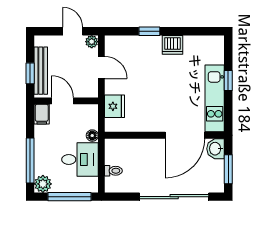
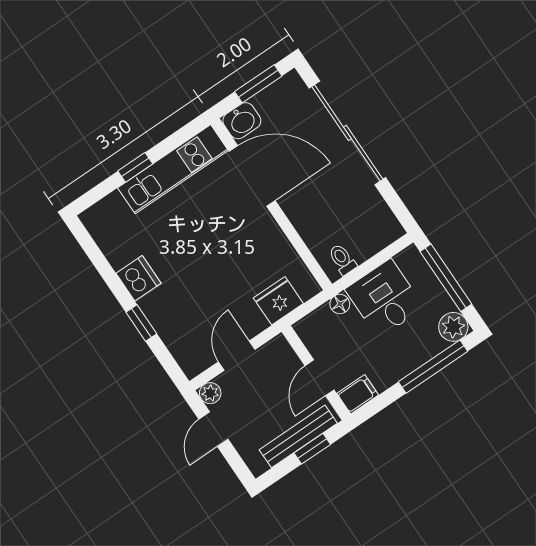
toilet: (113, 171) -> (342, 259), moved

